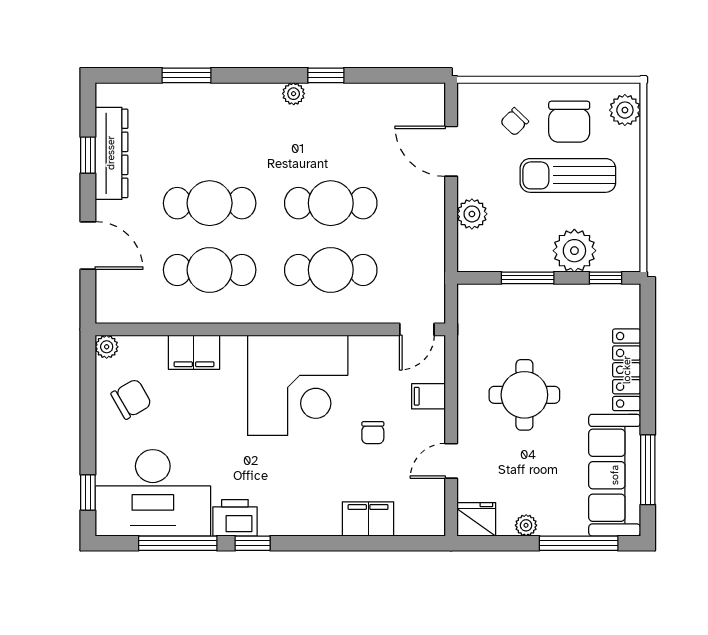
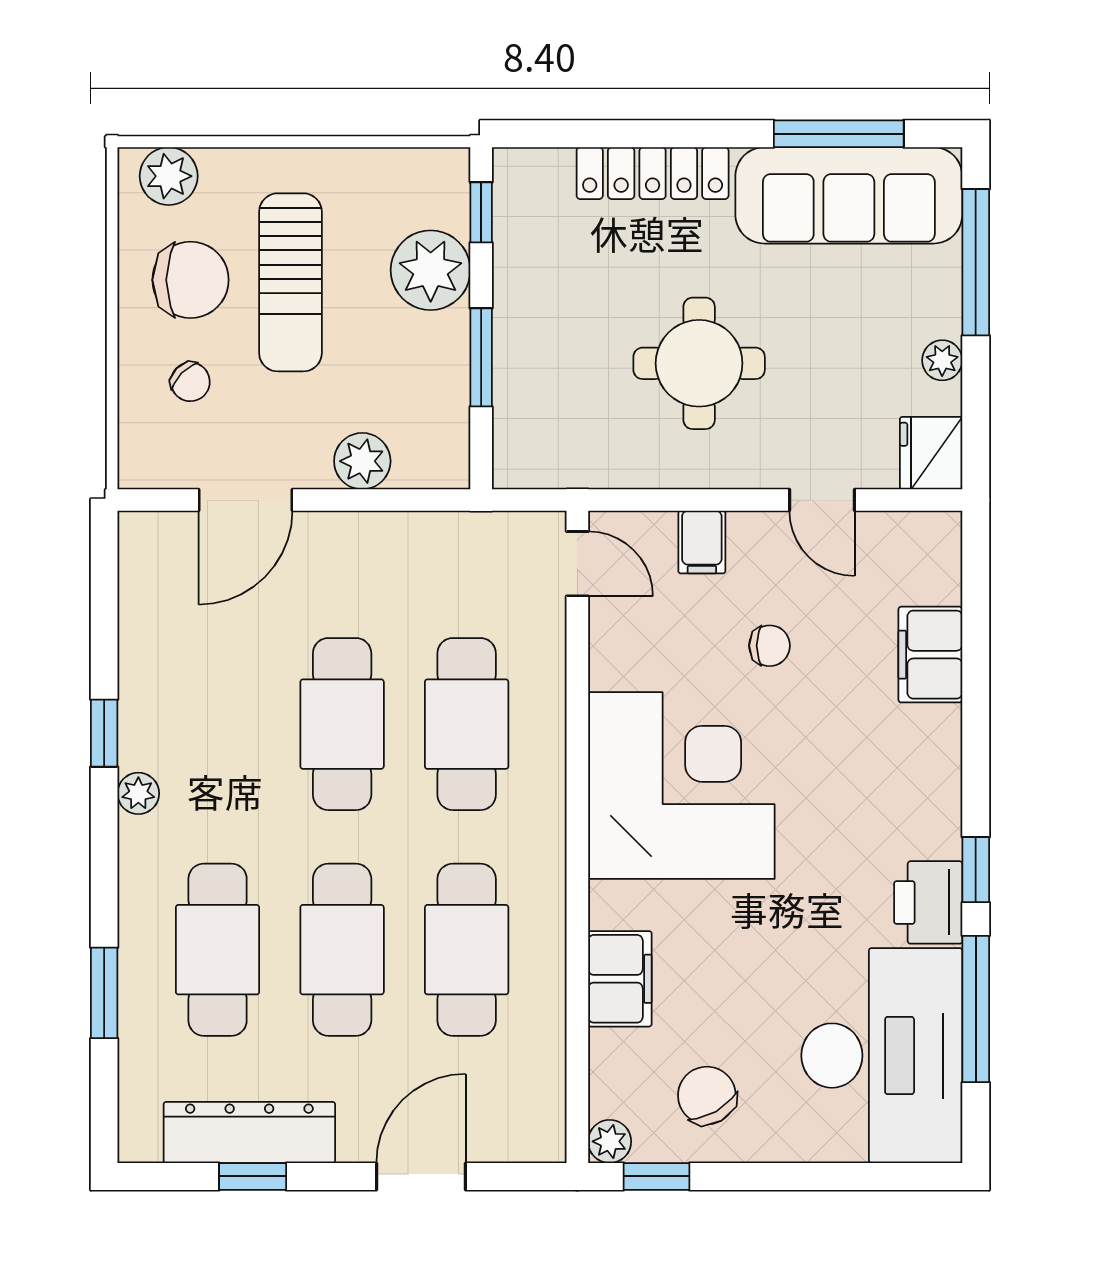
cafe table: (210, 136) -> (218, 950), added
window: (88, 492) -> (657, 1176), moved

